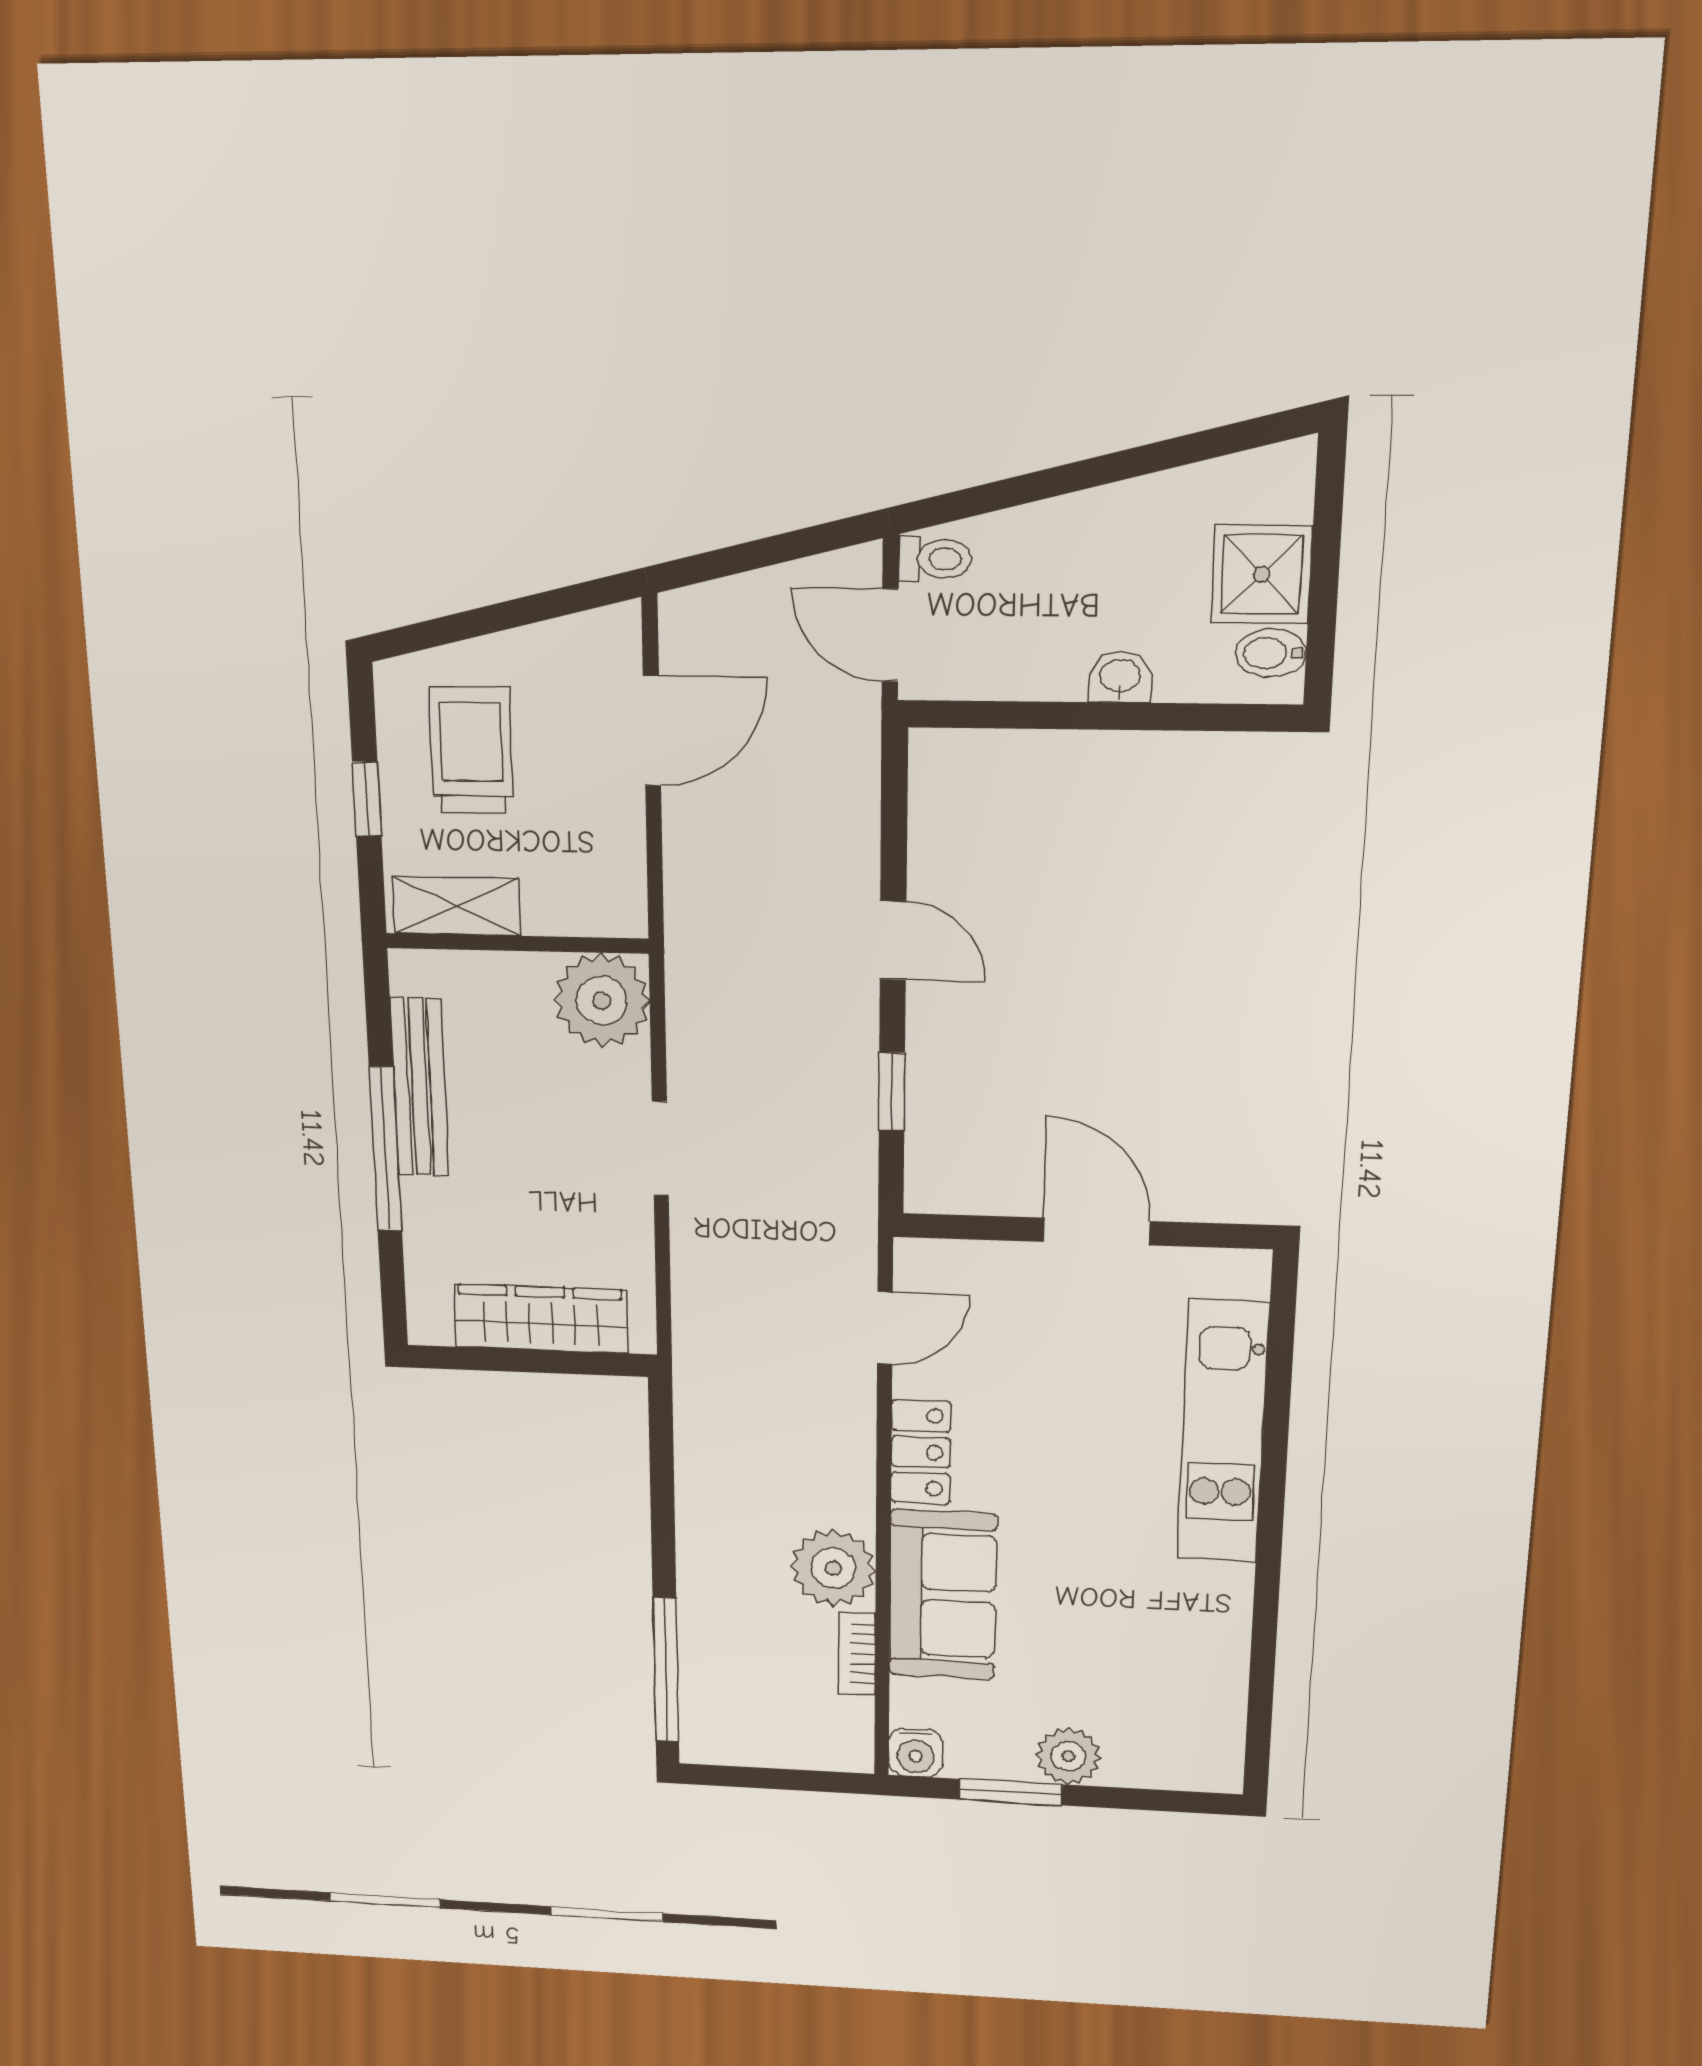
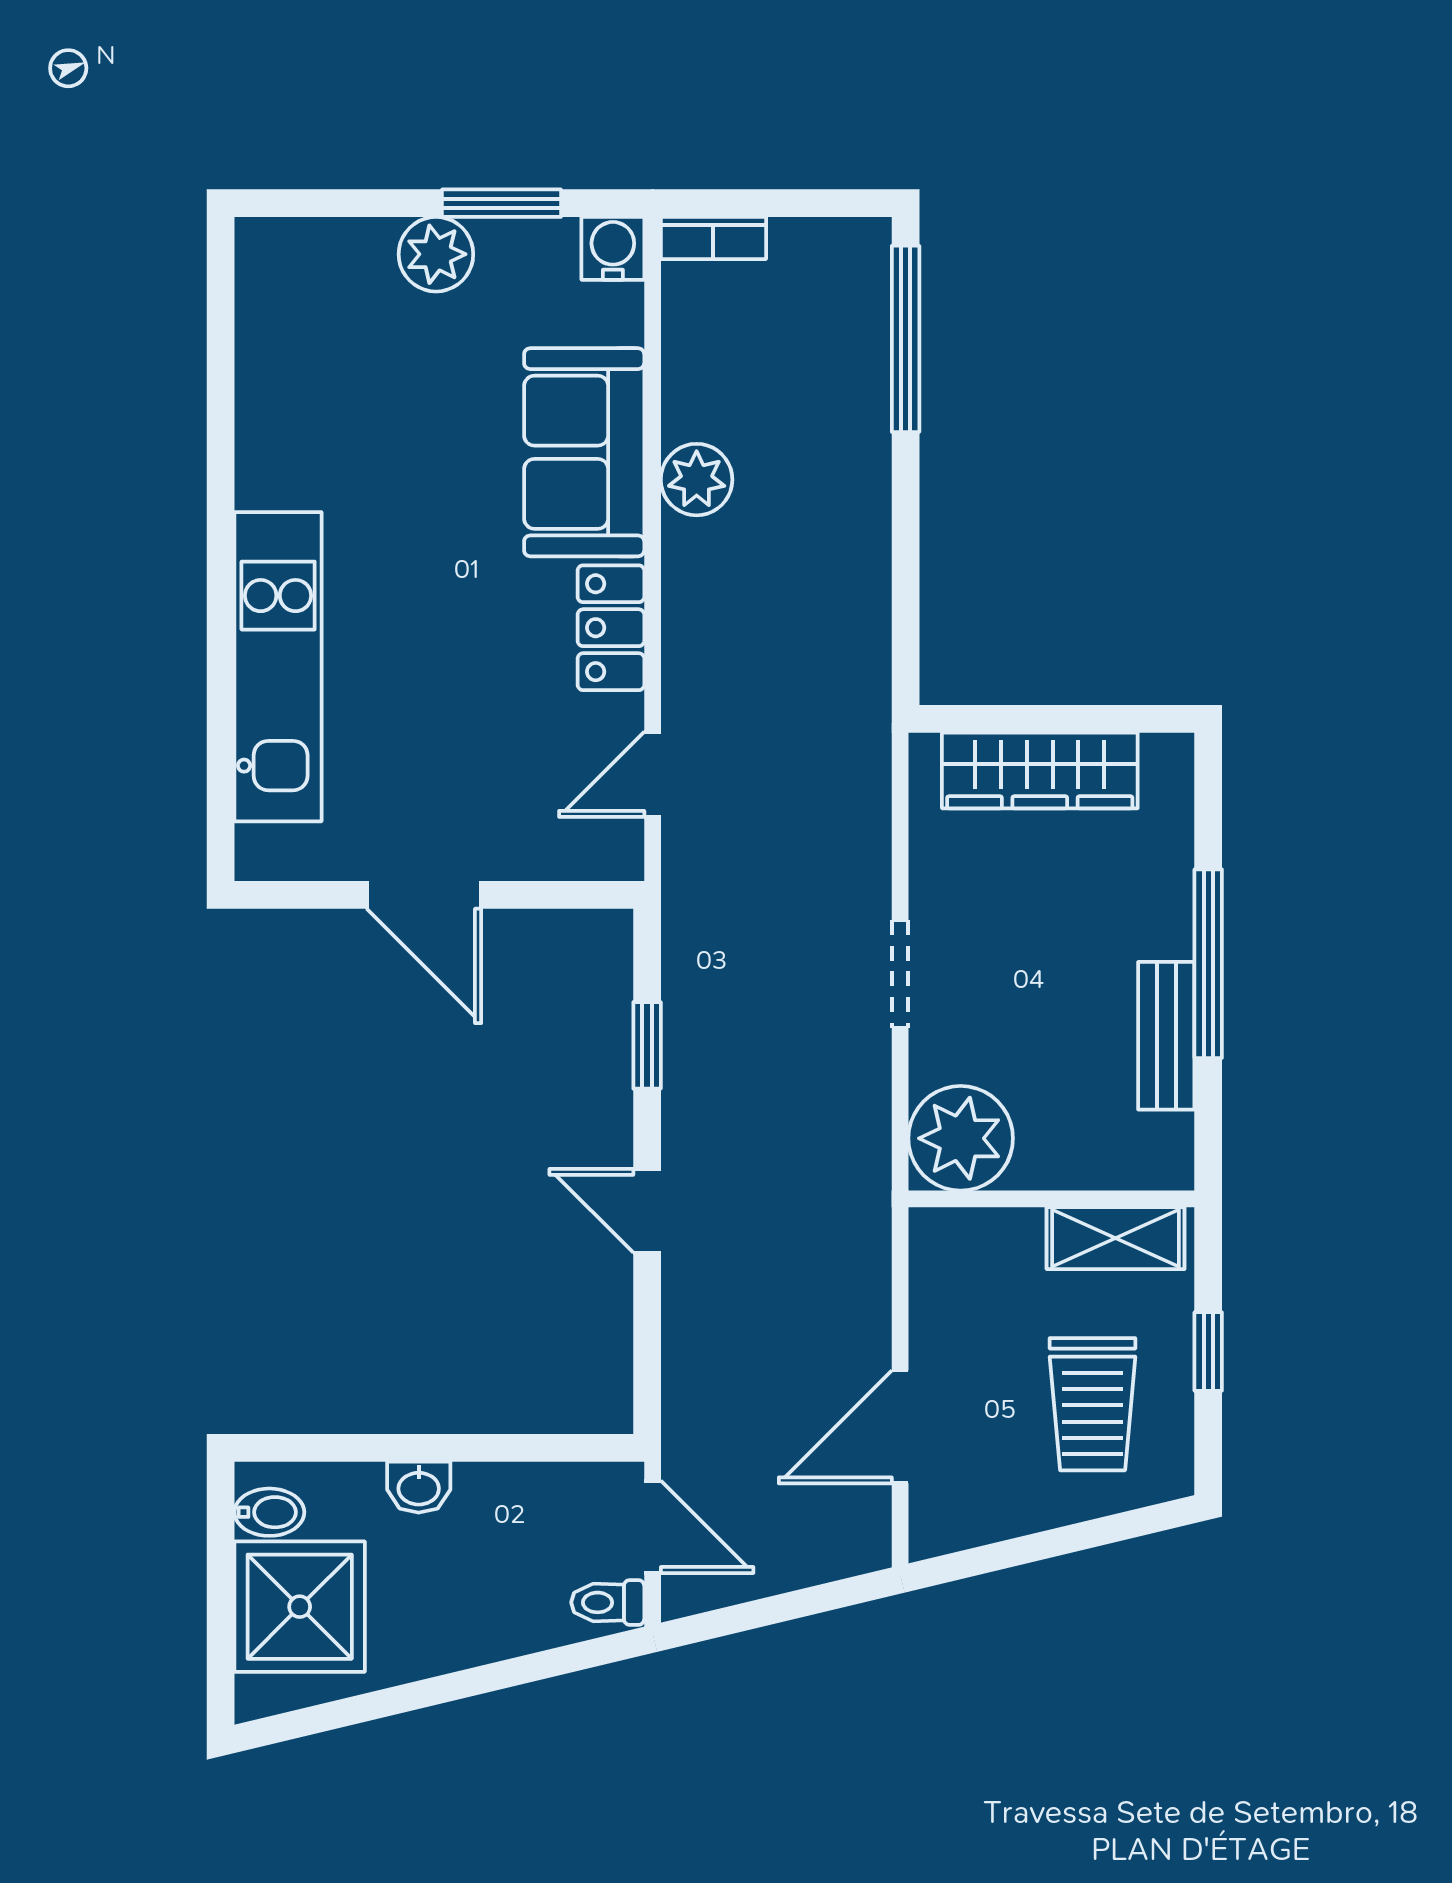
shower: (1262, 574) -> (300, 1607), width x1.36, depth x1.36
bench: (419, 1087) -> (1166, 1036), width x0.73
plant: (833, 1568) -> (697, 480), width x0.73, depth x0.73
bookcase: (857, 1654) -> (713, 238), moved, turned 90

